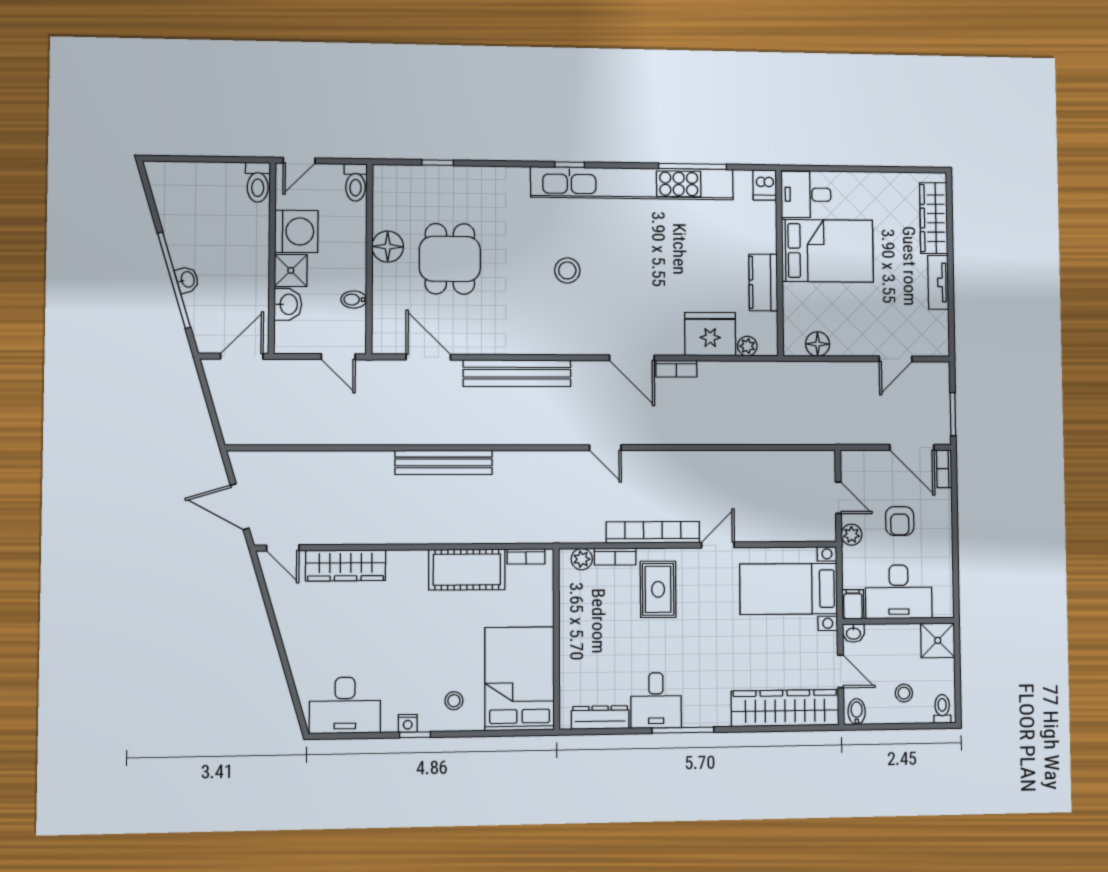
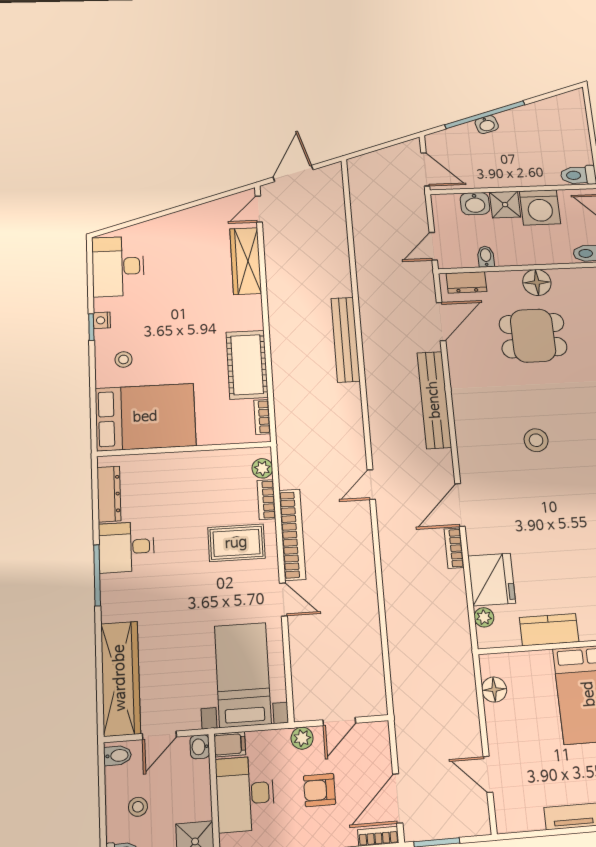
dresser: (384, 324) -> (466, 282), added

